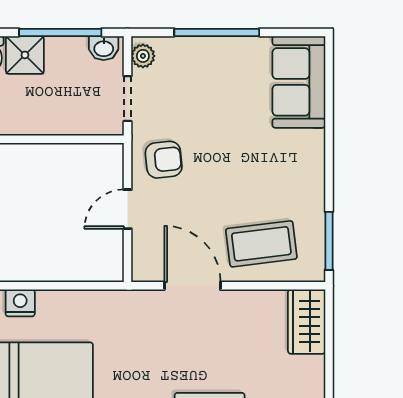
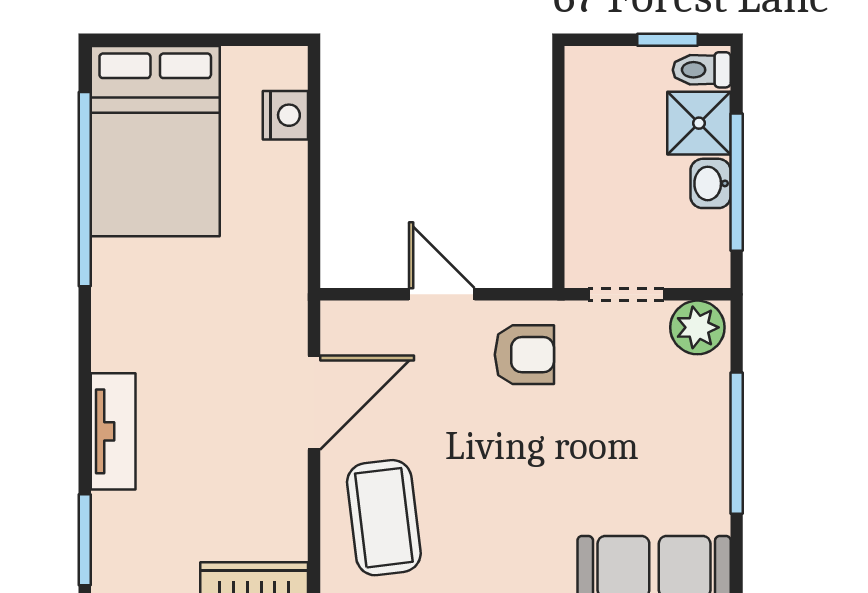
washbasin: (104, 48) -> (711, 183), moved
plant: (143, 56) -> (697, 327), width x1.38, depth x1.38
armchair: (164, 160) -> (524, 355), turned -84

